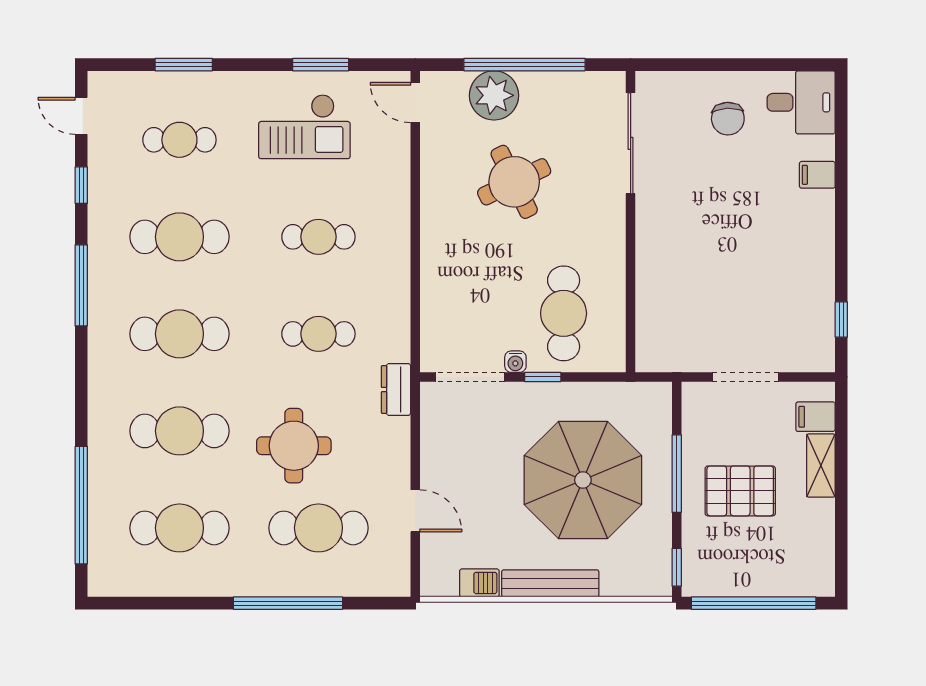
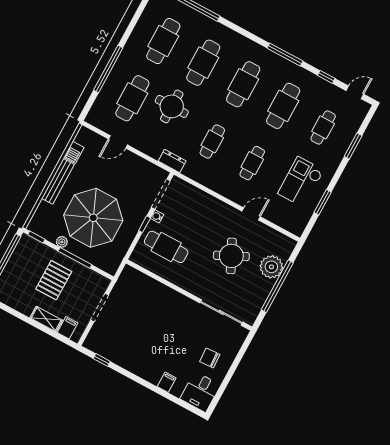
door: (415, 103) -> (251, 214), moved
plant: (660, 514) -> (62, 242), added

